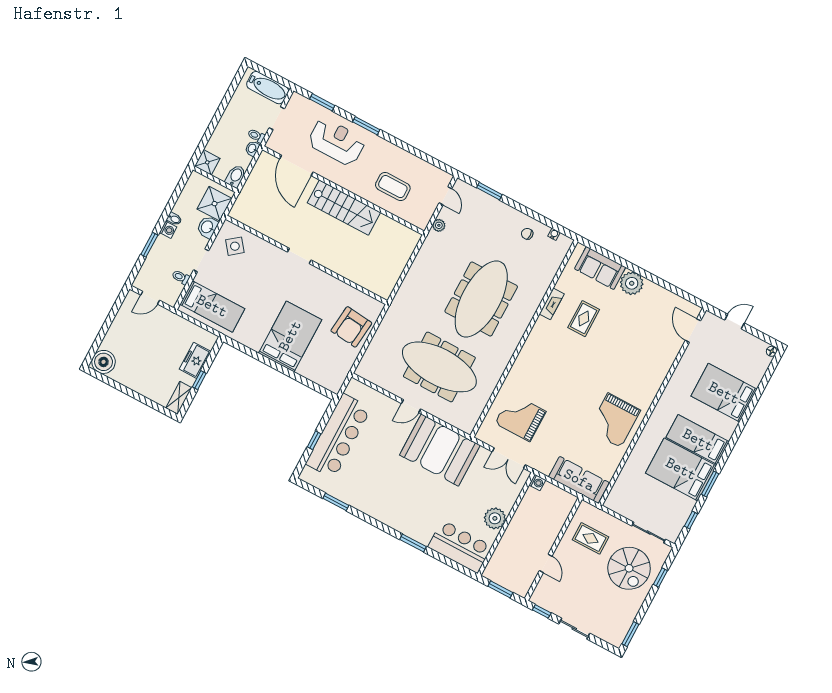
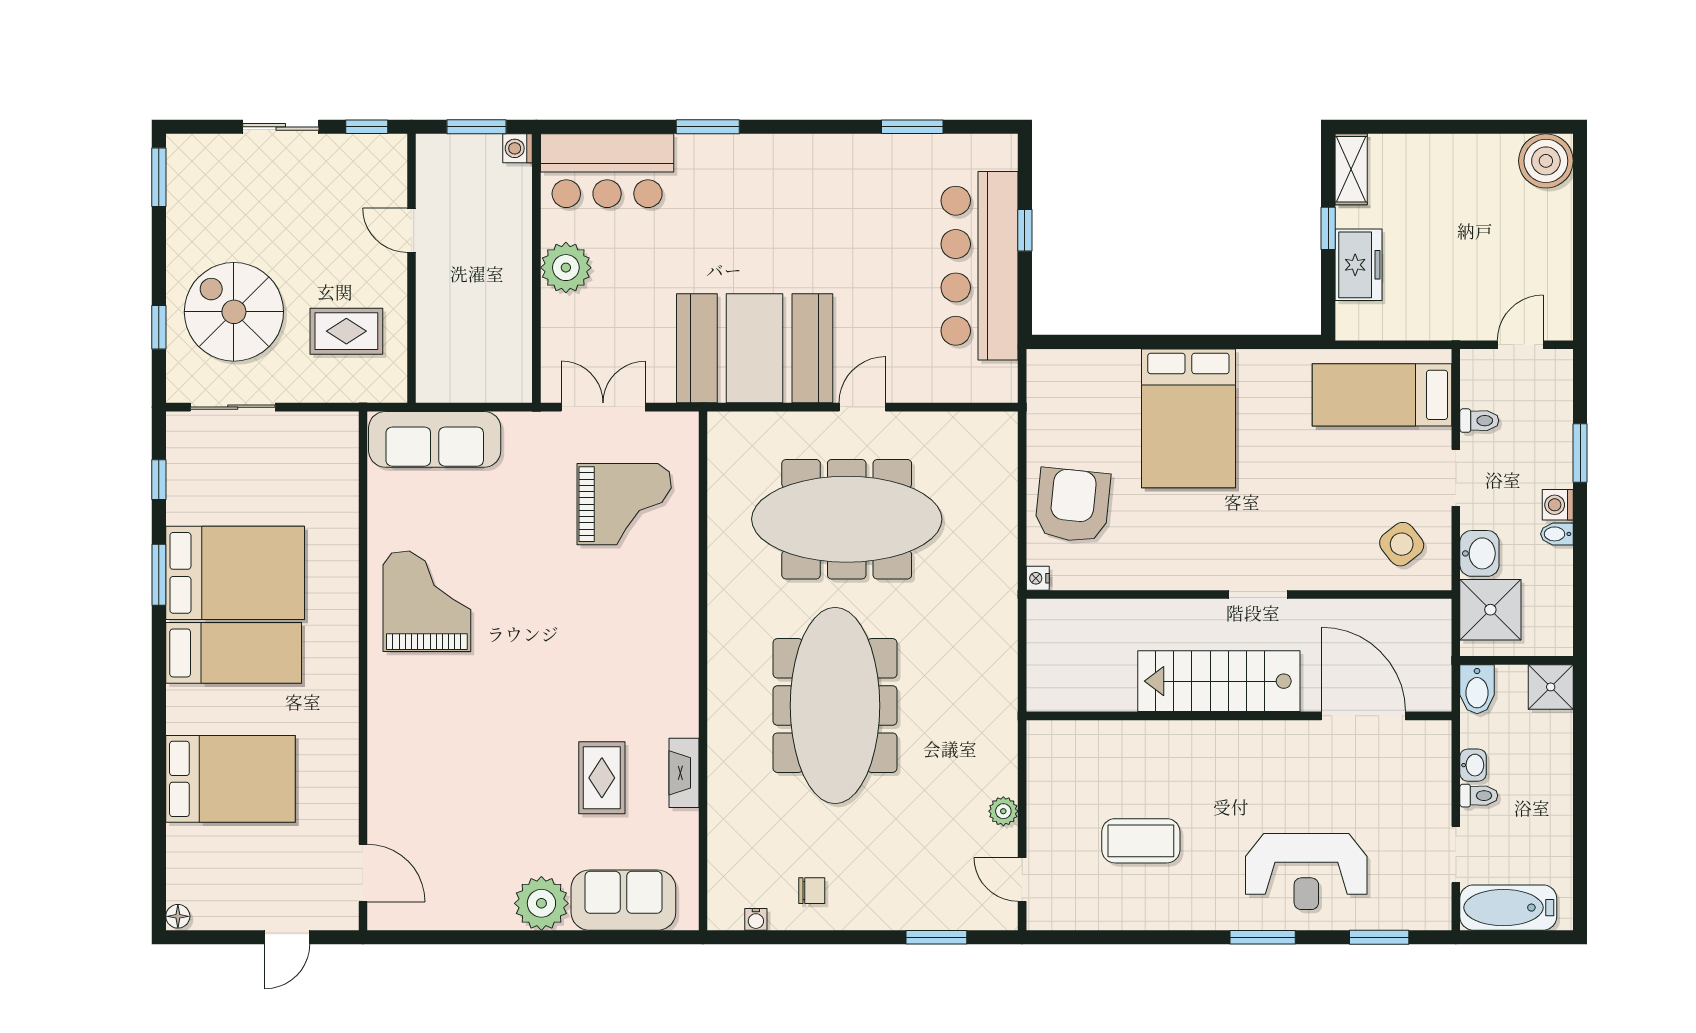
door: (296, 165) -> (1363, 716), moved
wall: (343, 190) -> (1239, 716), moved
stairs: (344, 208) -> (1219, 681), moved
nightstand: (379, 306) -> (1038, 578), added
washing machine: (537, 482) -> (518, 148), moved

